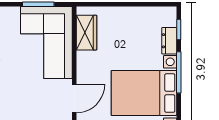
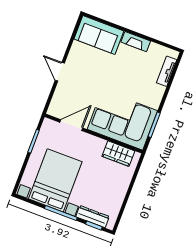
dresser: (169, 41) -> (93, 217), width x1.44
door: (74, 98) -> (71, 125), swing flipped

